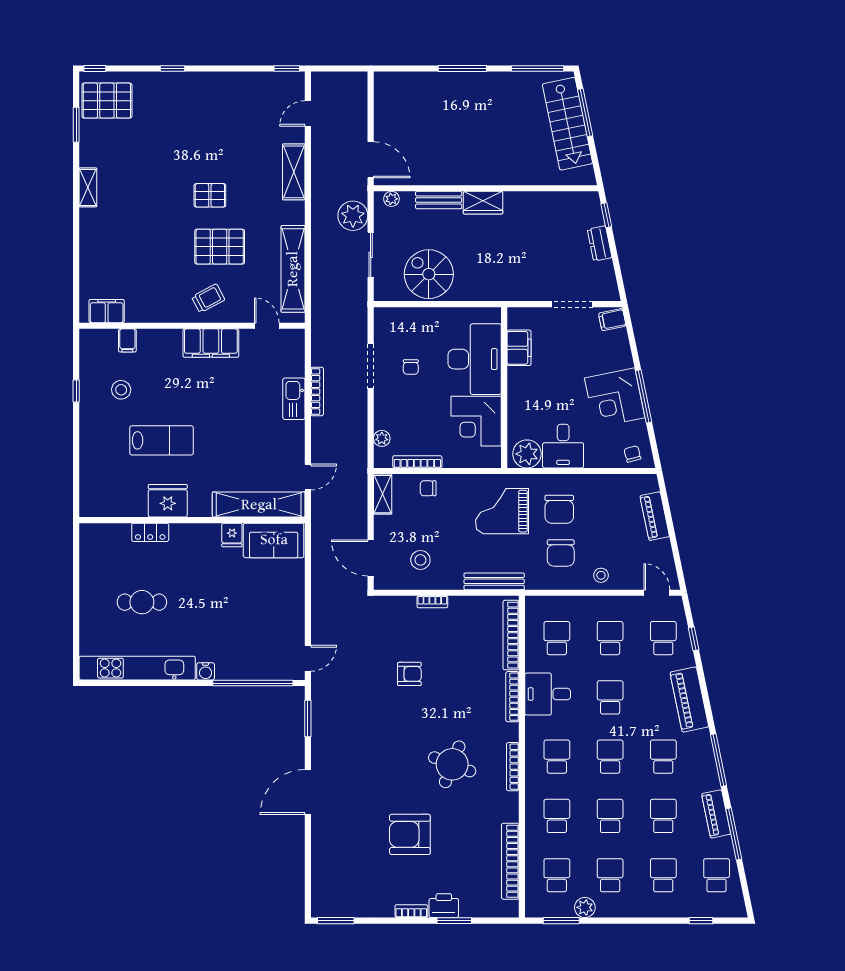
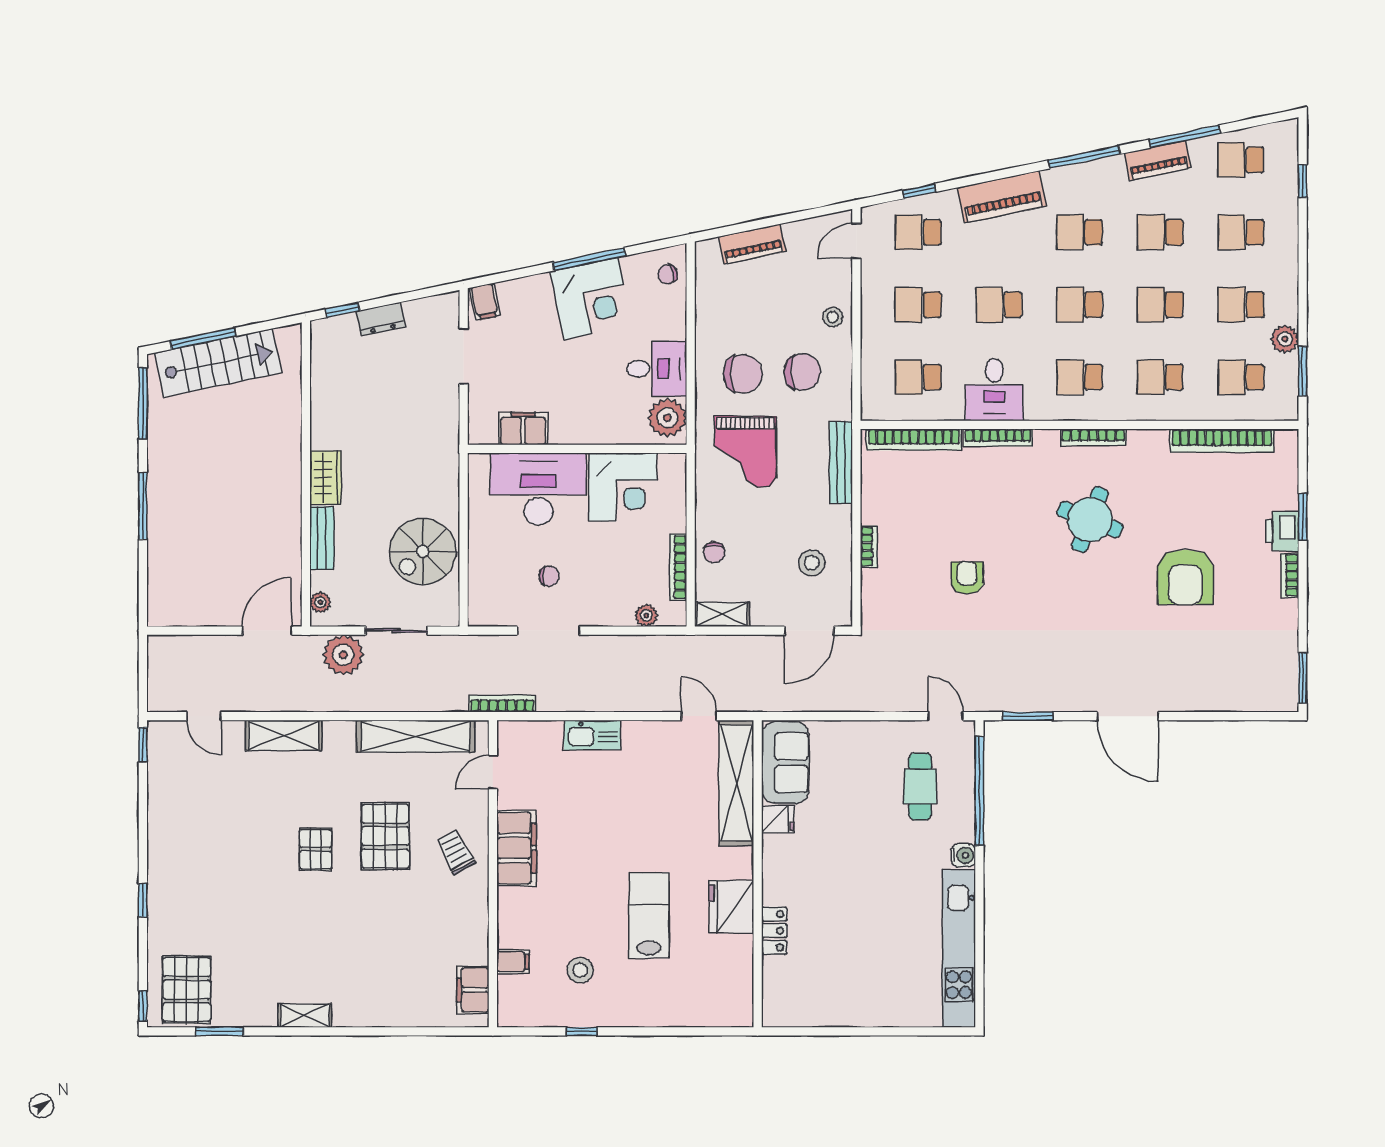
bookcase: (317, 391) -> (502, 704), moved
cafe table: (142, 602) -> (920, 786), moved

